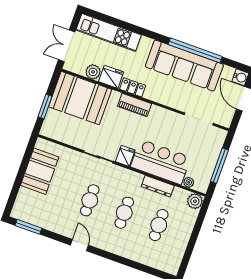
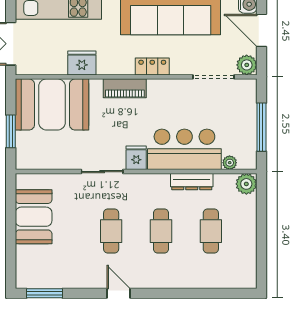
plant: (93, 72) -> (247, 65), moved
locker: (133, 87) -> (152, 66), moved

